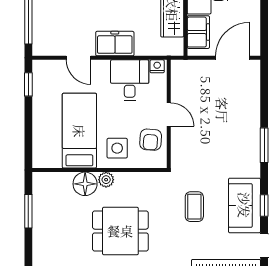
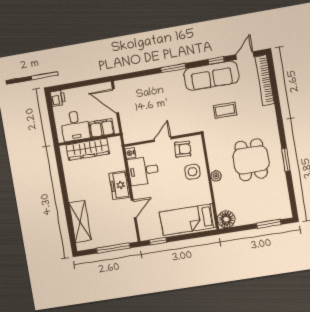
bed: (79, 131) -> (188, 220), moved
floor lamp: (85, 184) -> (226, 219), moved
sofa: (244, 205) -> (211, 76), width x1.36
window: (28, 211) -> (269, 224), moved

